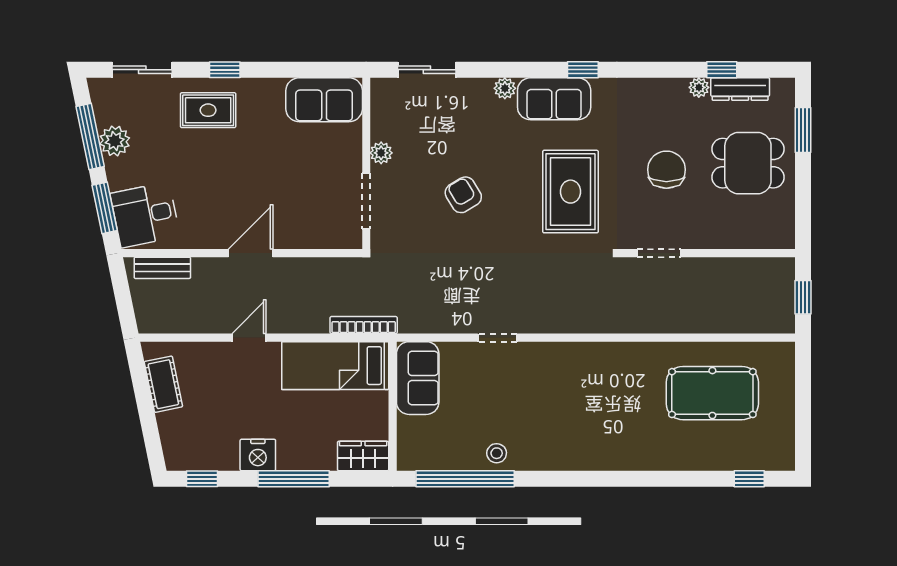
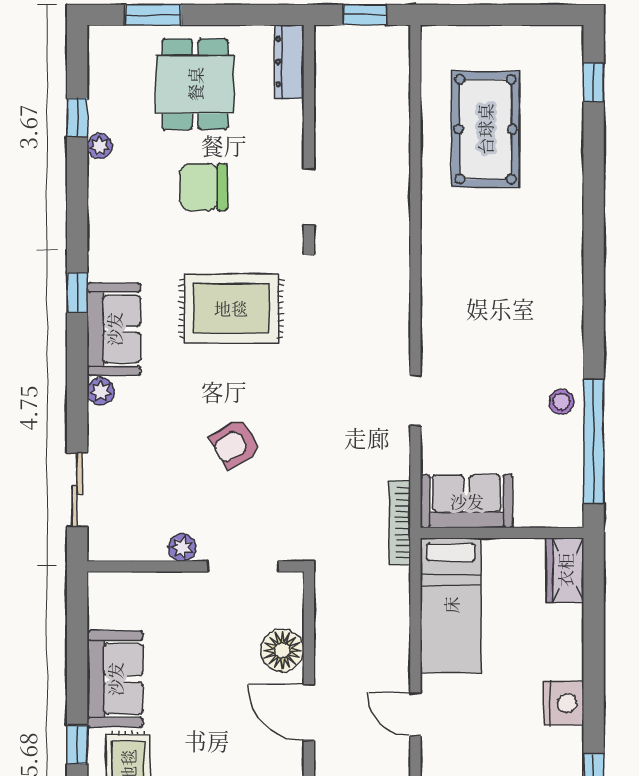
dresser: (740, 89) -> (289, 62), moved, turned 180
sofa: (324, 100) -> (115, 679), moved
floor lamp: (300, 232) -> (282, 650), added
bookcase: (364, 325) -> (400, 523), moved
window: (294, 479) -> (594, 658), removed

